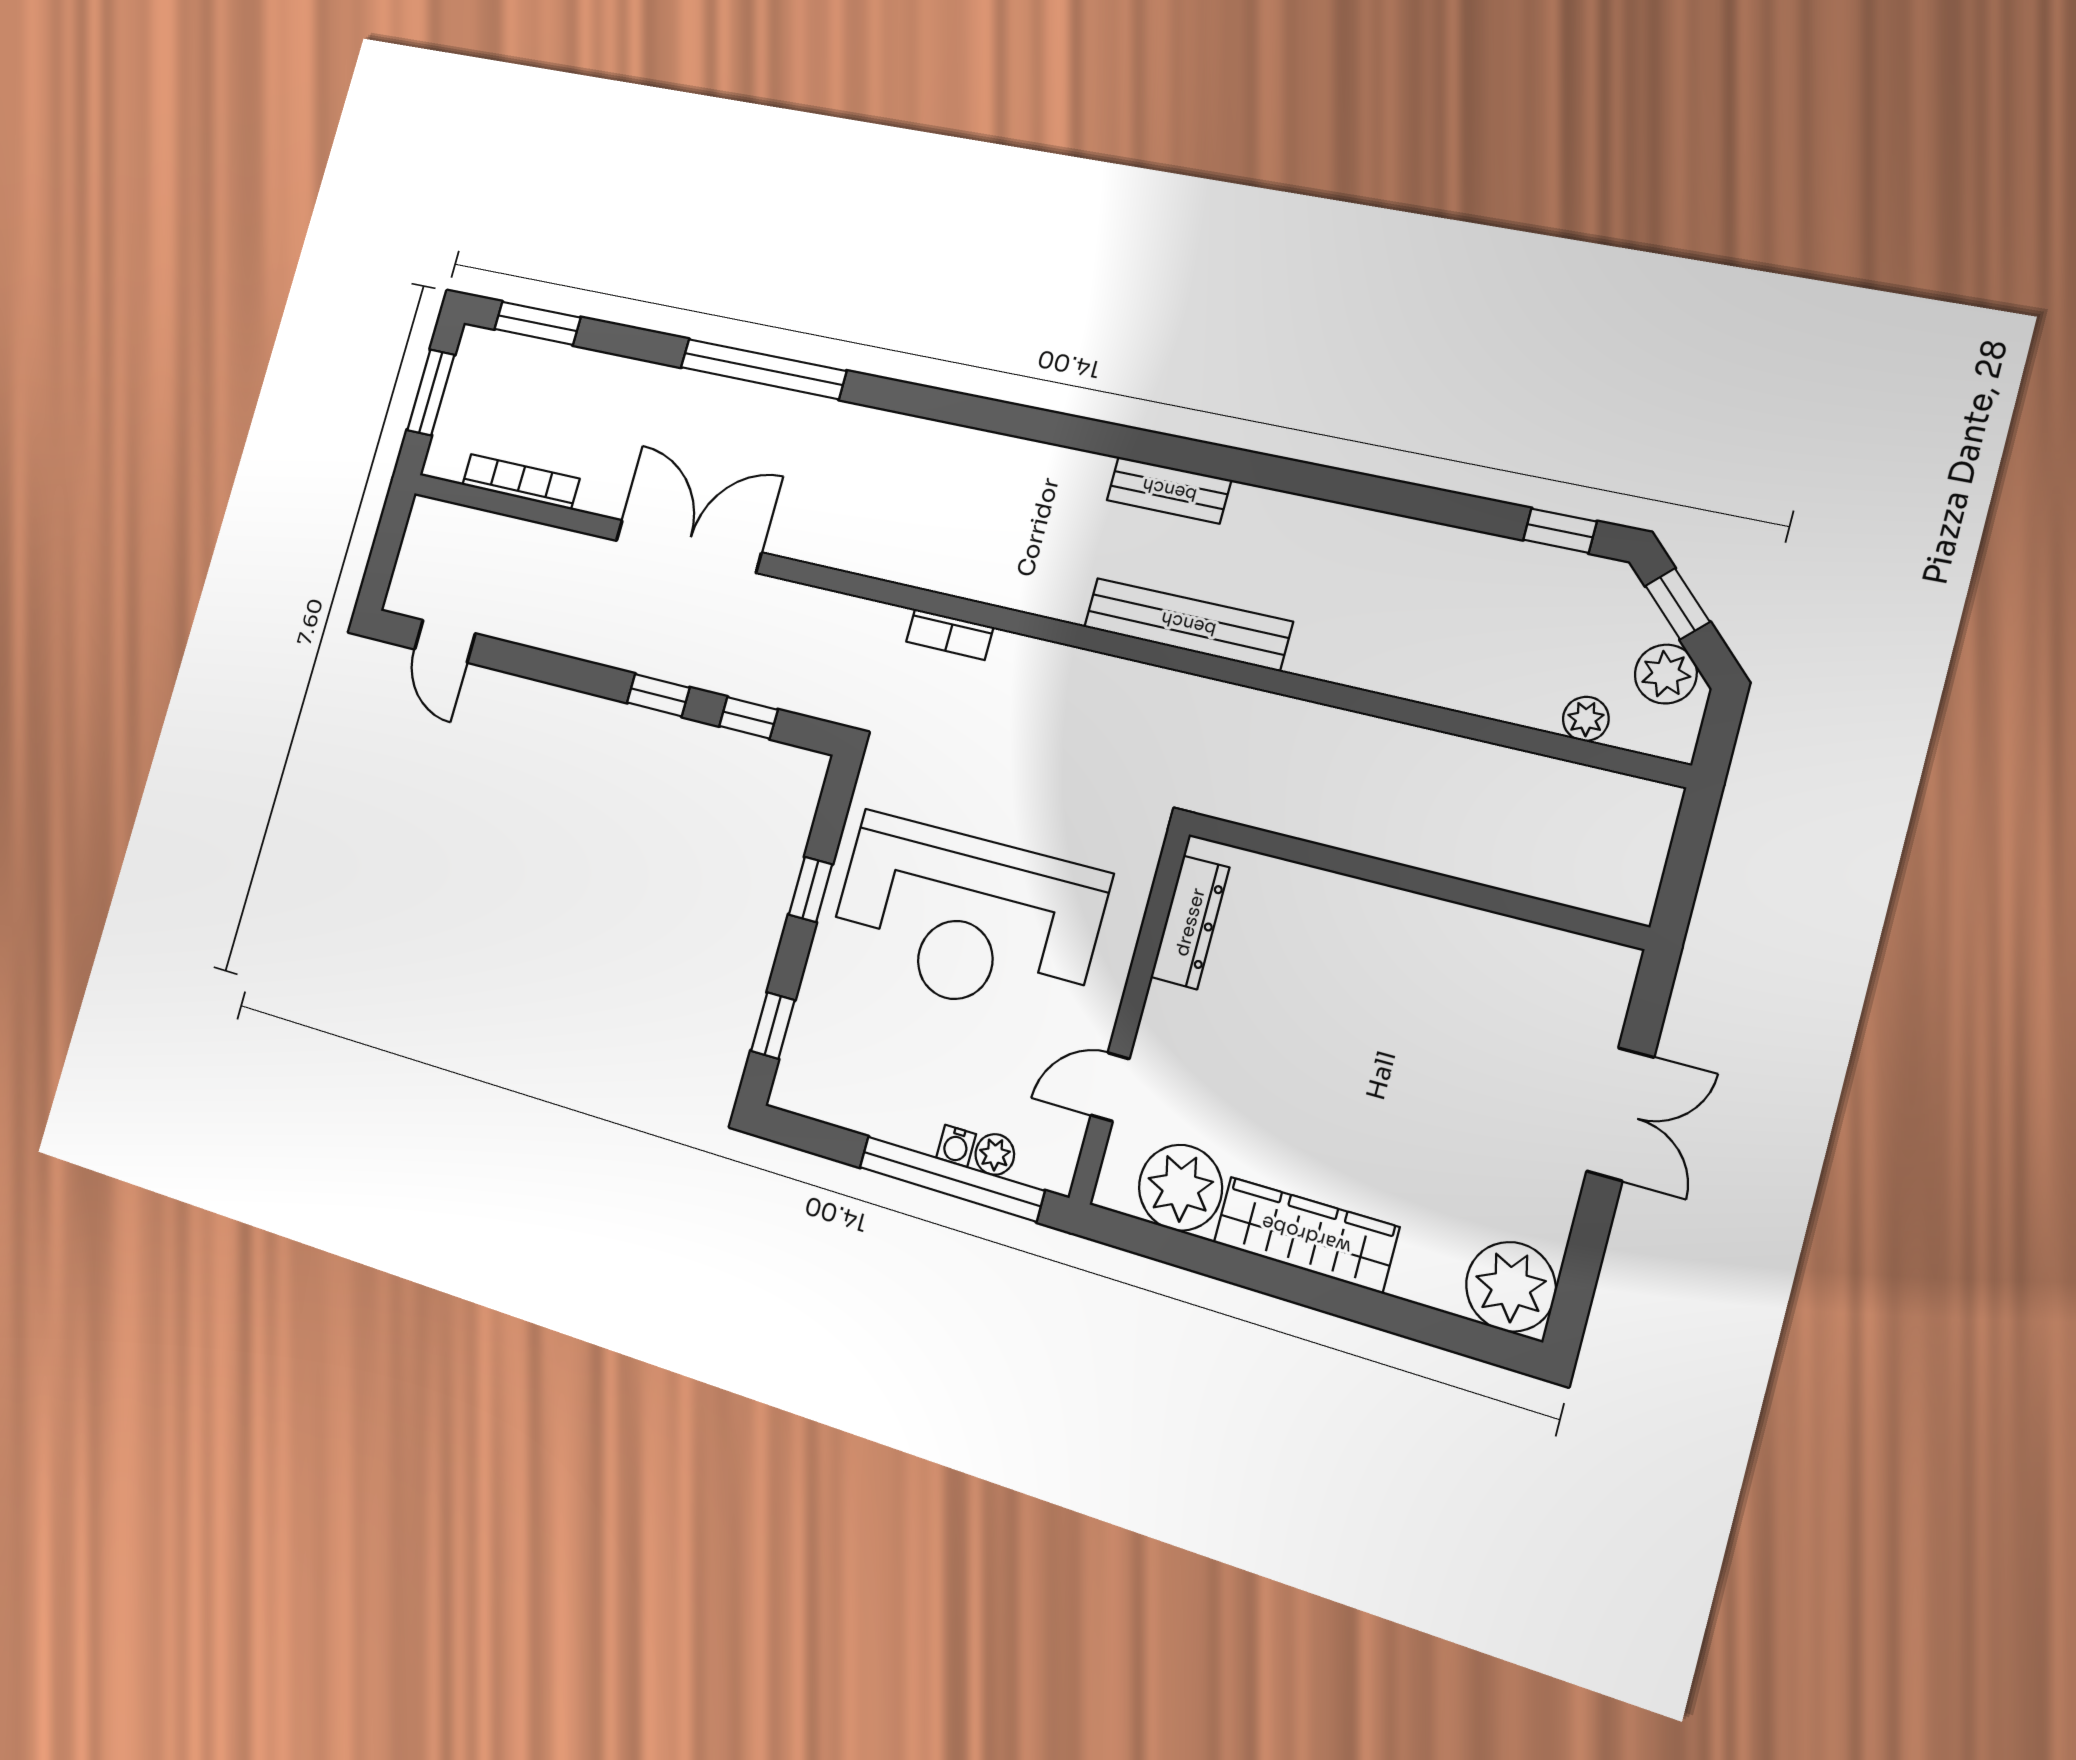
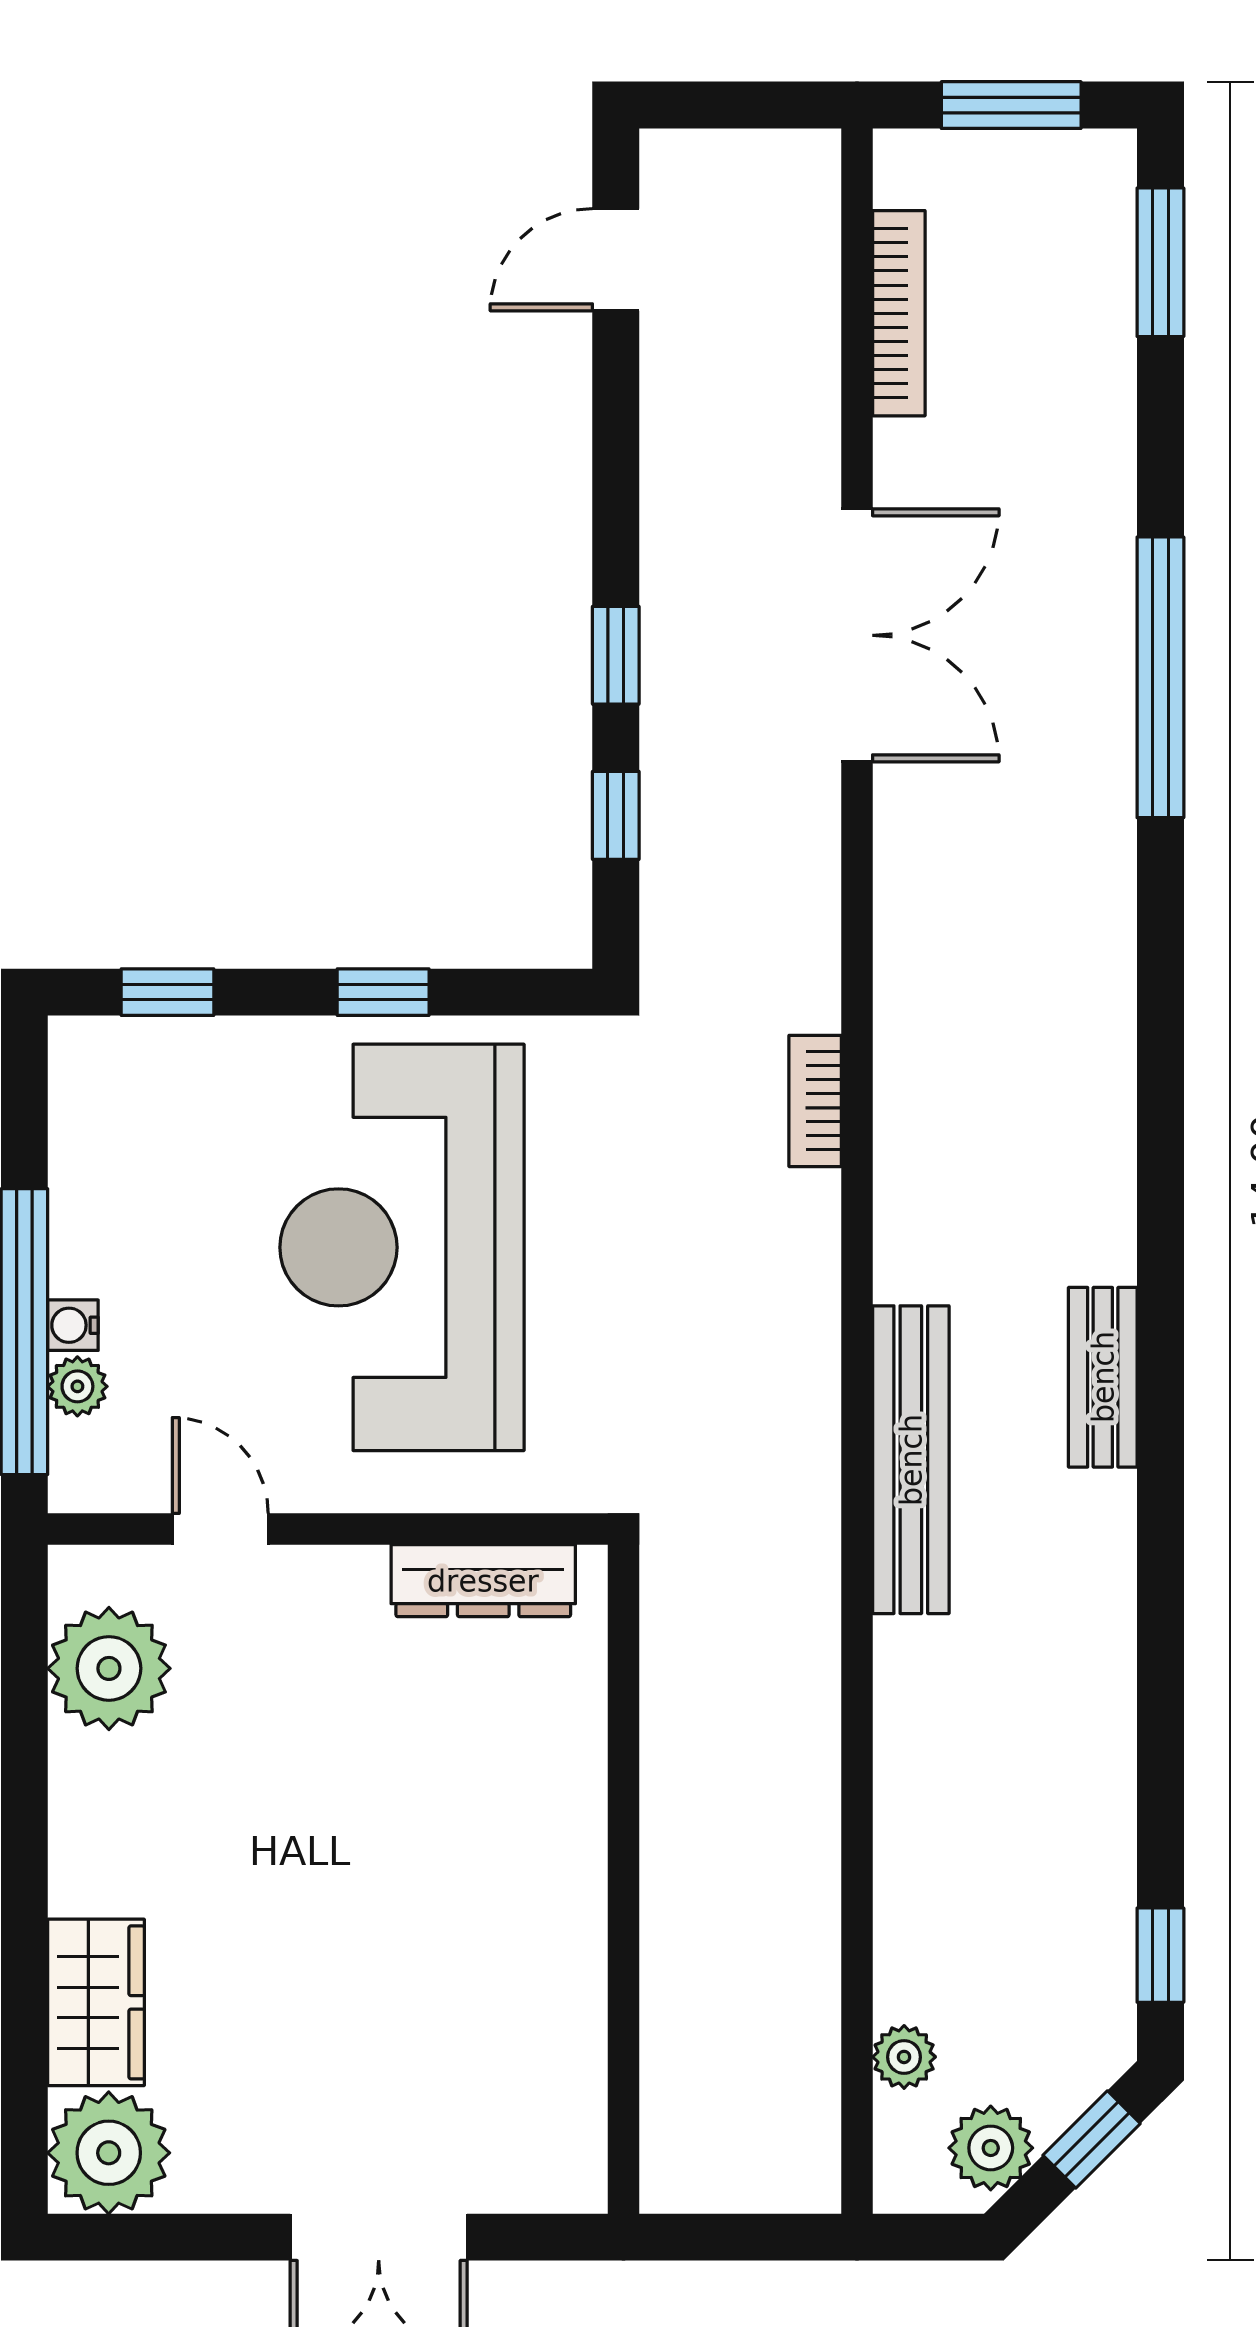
wardrobe: (1306, 1235) -> (96, 2002), moved, width x0.67

